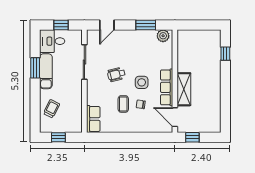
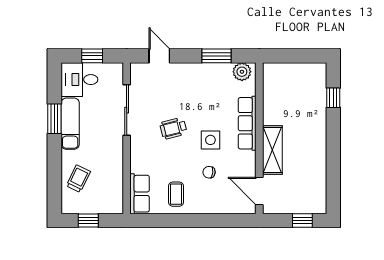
door: (107, 25) -> (159, 56), swing flipped
row of seats: (167, 87) -> (247, 123), moved
coffee table: (123, 104) -> (176, 194), moved
window: (192, 137) -> (302, 221), moved

